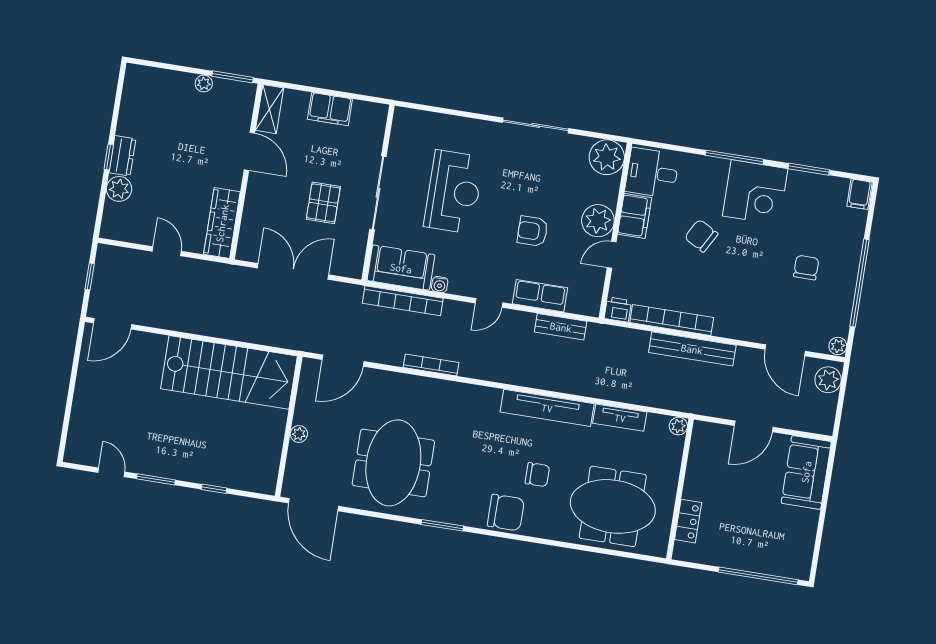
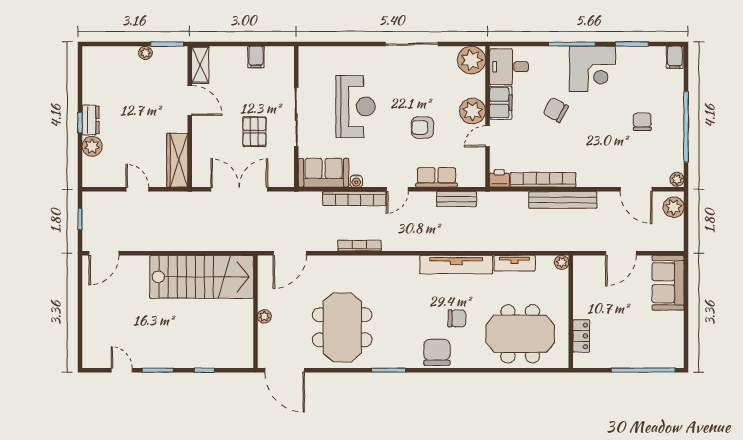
filing cabinet: (330, 109) -> (256, 57), width x0.50
bookcase: (403, 301) -> (354, 199), moved
chair: (506, 513) -> (437, 352), turned -90

